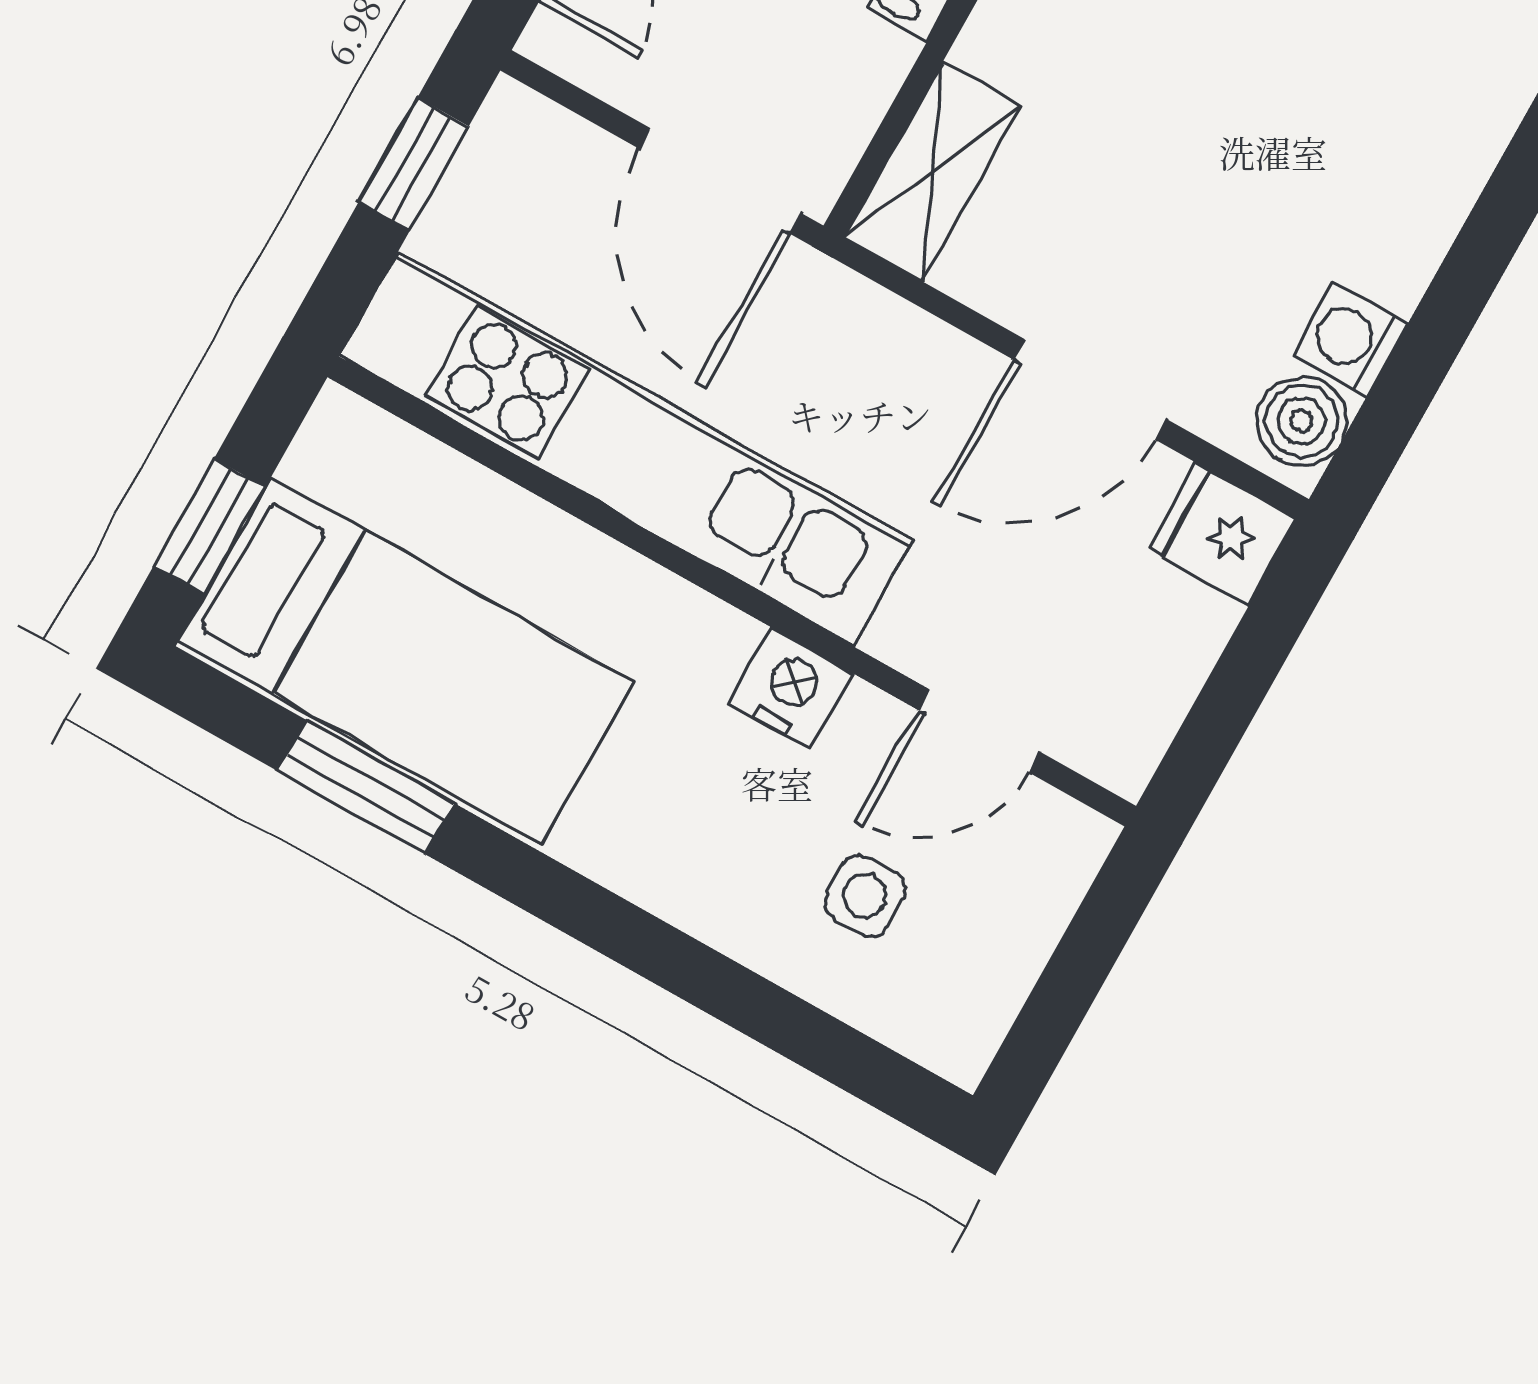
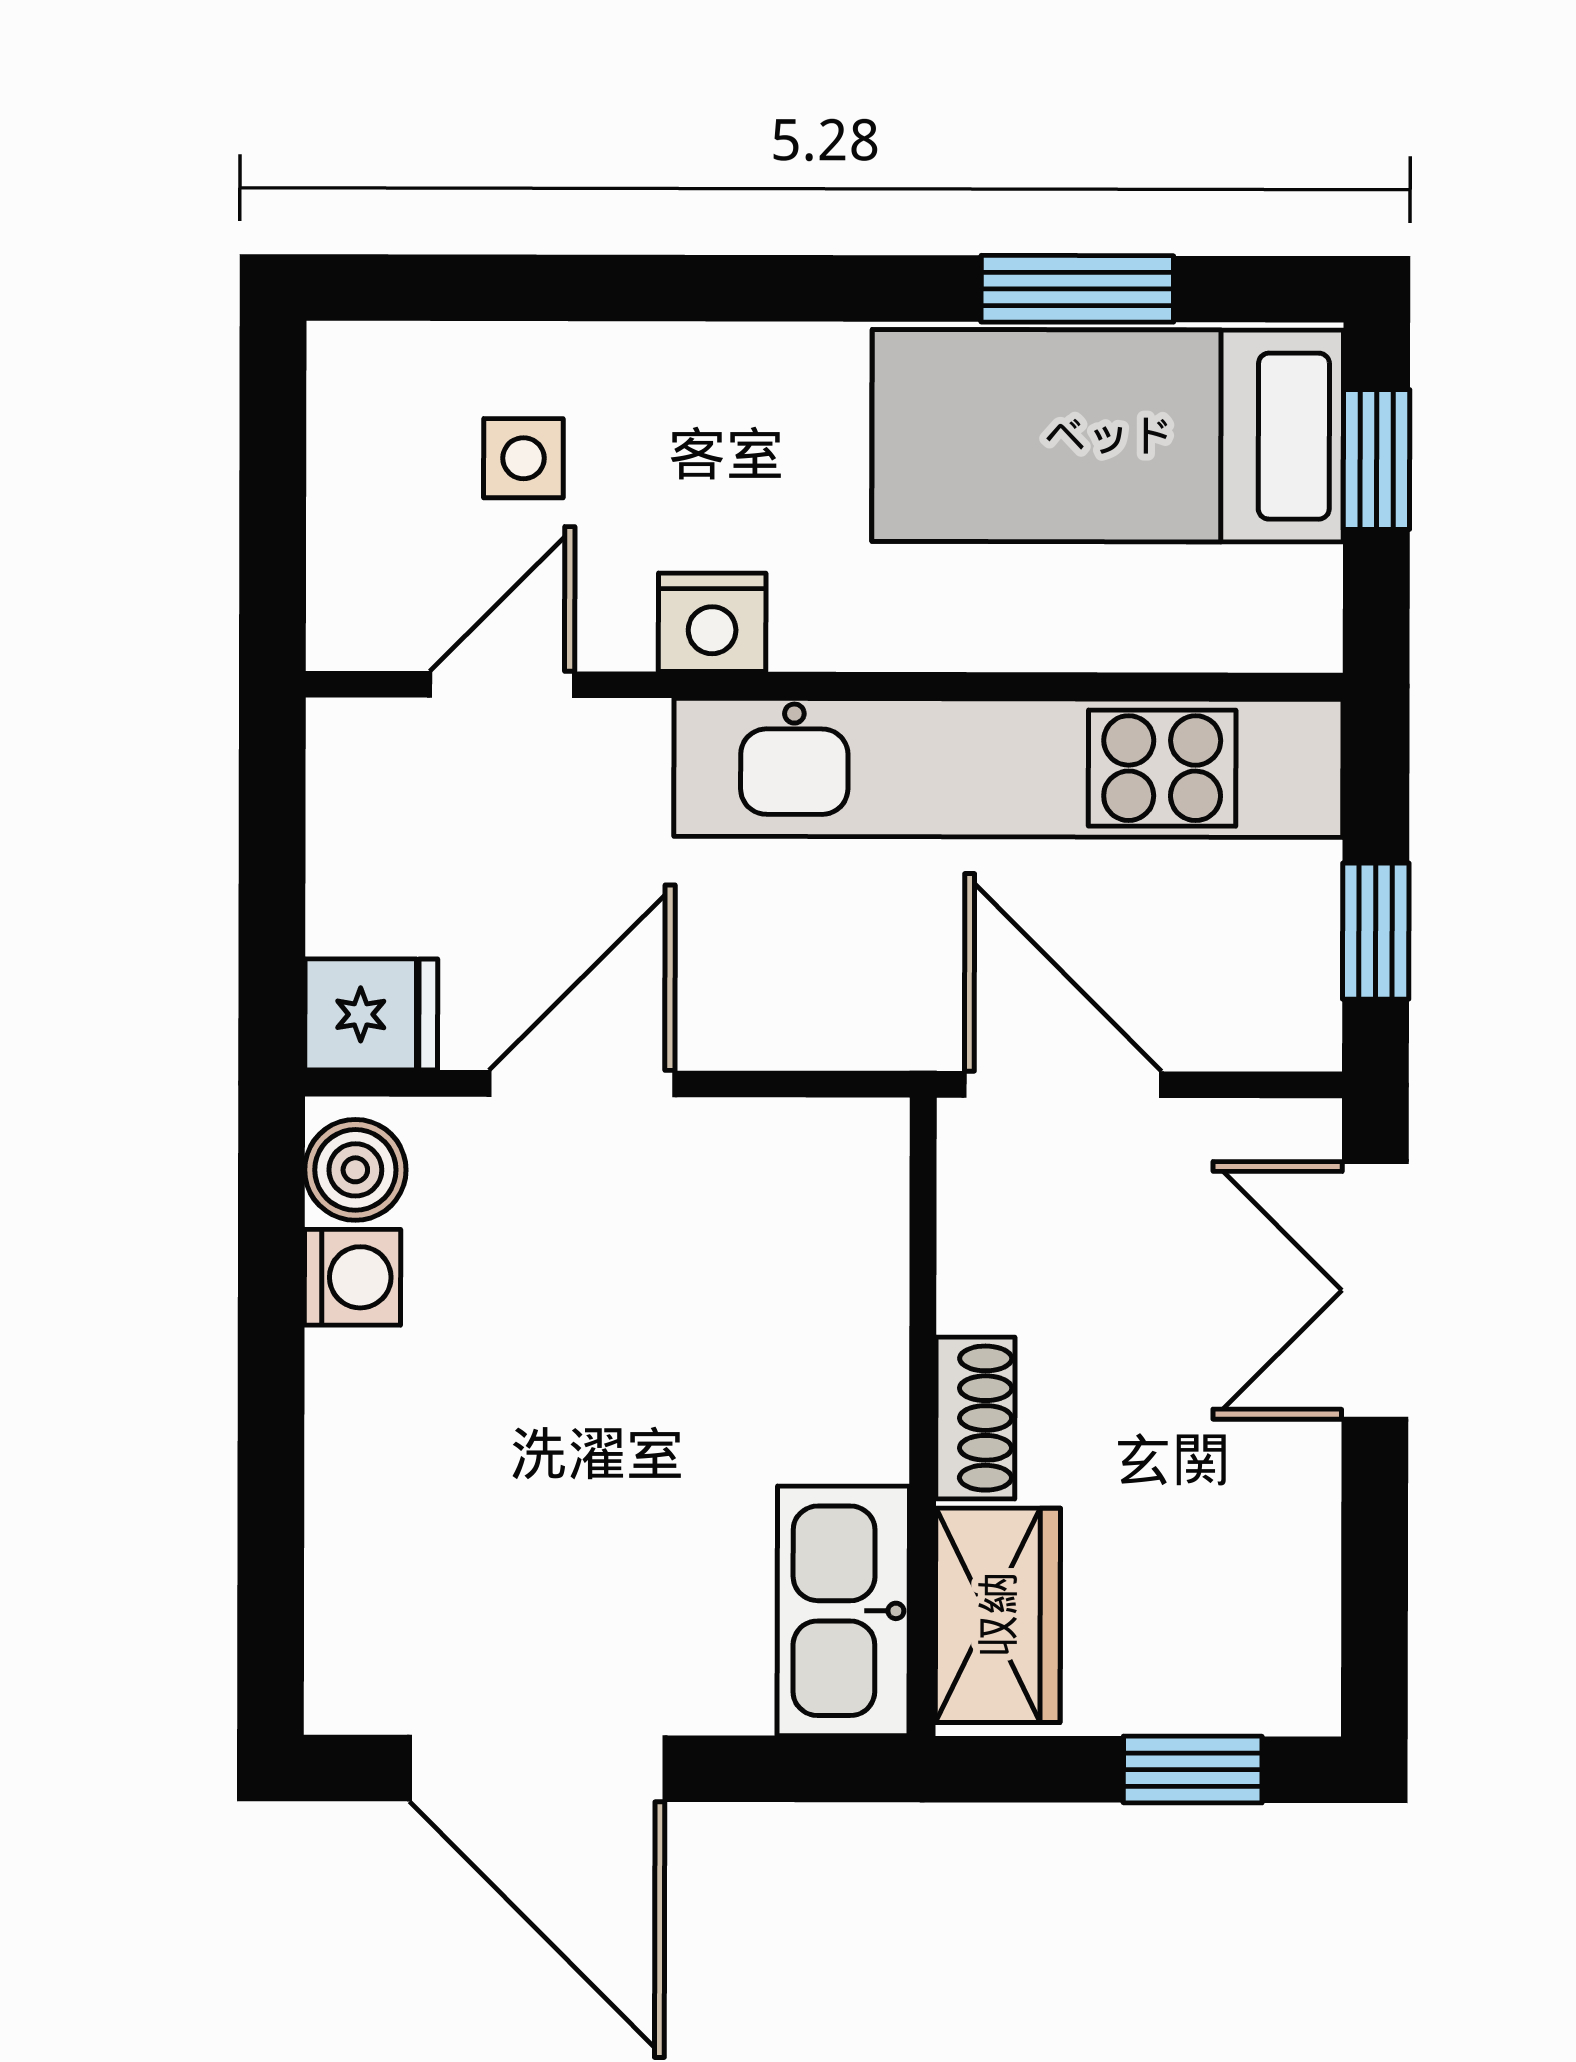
shelving: (932, 172) -> (859, 1211), removed

